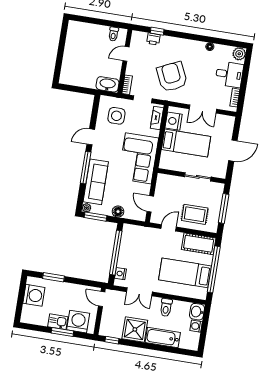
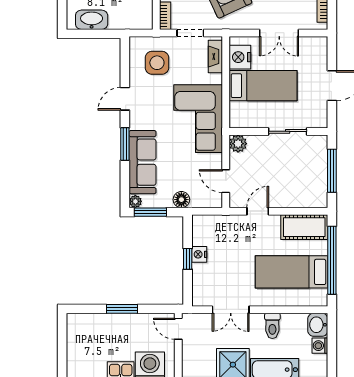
washbasin: (108, 84) -> (92, 20), moved
window: (86, 168) -> (125, 144), width x0.69
plant: (163, 180) -> (238, 144), added
rug: (195, 214) -> (292, 186), removed
window: (116, 253) -> (188, 259), width x0.32
nightstand: (120, 274) -> (199, 254), moved
window: (54, 277) -> (122, 309), moved
washing machine: (34, 295) -> (80, 339), removed

